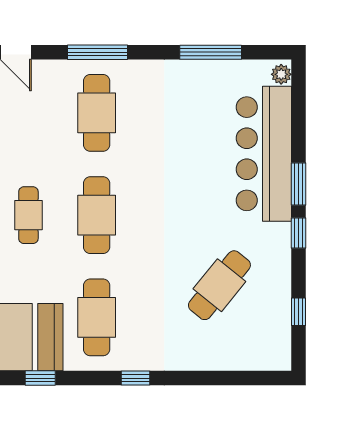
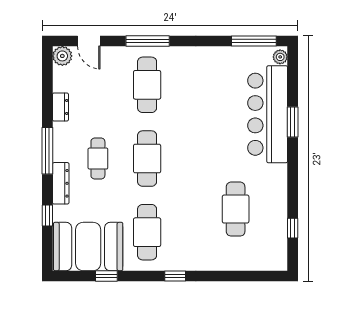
window: (211, 52) -> (254, 41), moved
window: (298, 184) -> (293, 122), moved
window: (298, 233) -> (293, 171), removed
cafe table: (219, 285) -> (236, 209), turned -39

